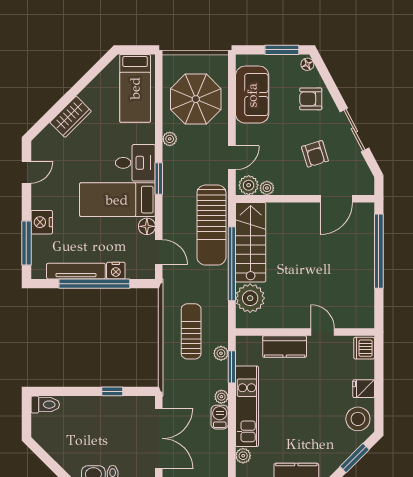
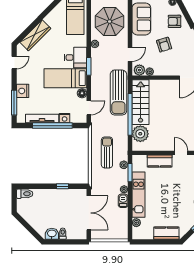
wardrobe: (71, 117) -> (35, 35), width x1.50
armchair: (315, 154) -> (164, 45), moved
door: (159, 252) -> (89, 108), hinge flipped

